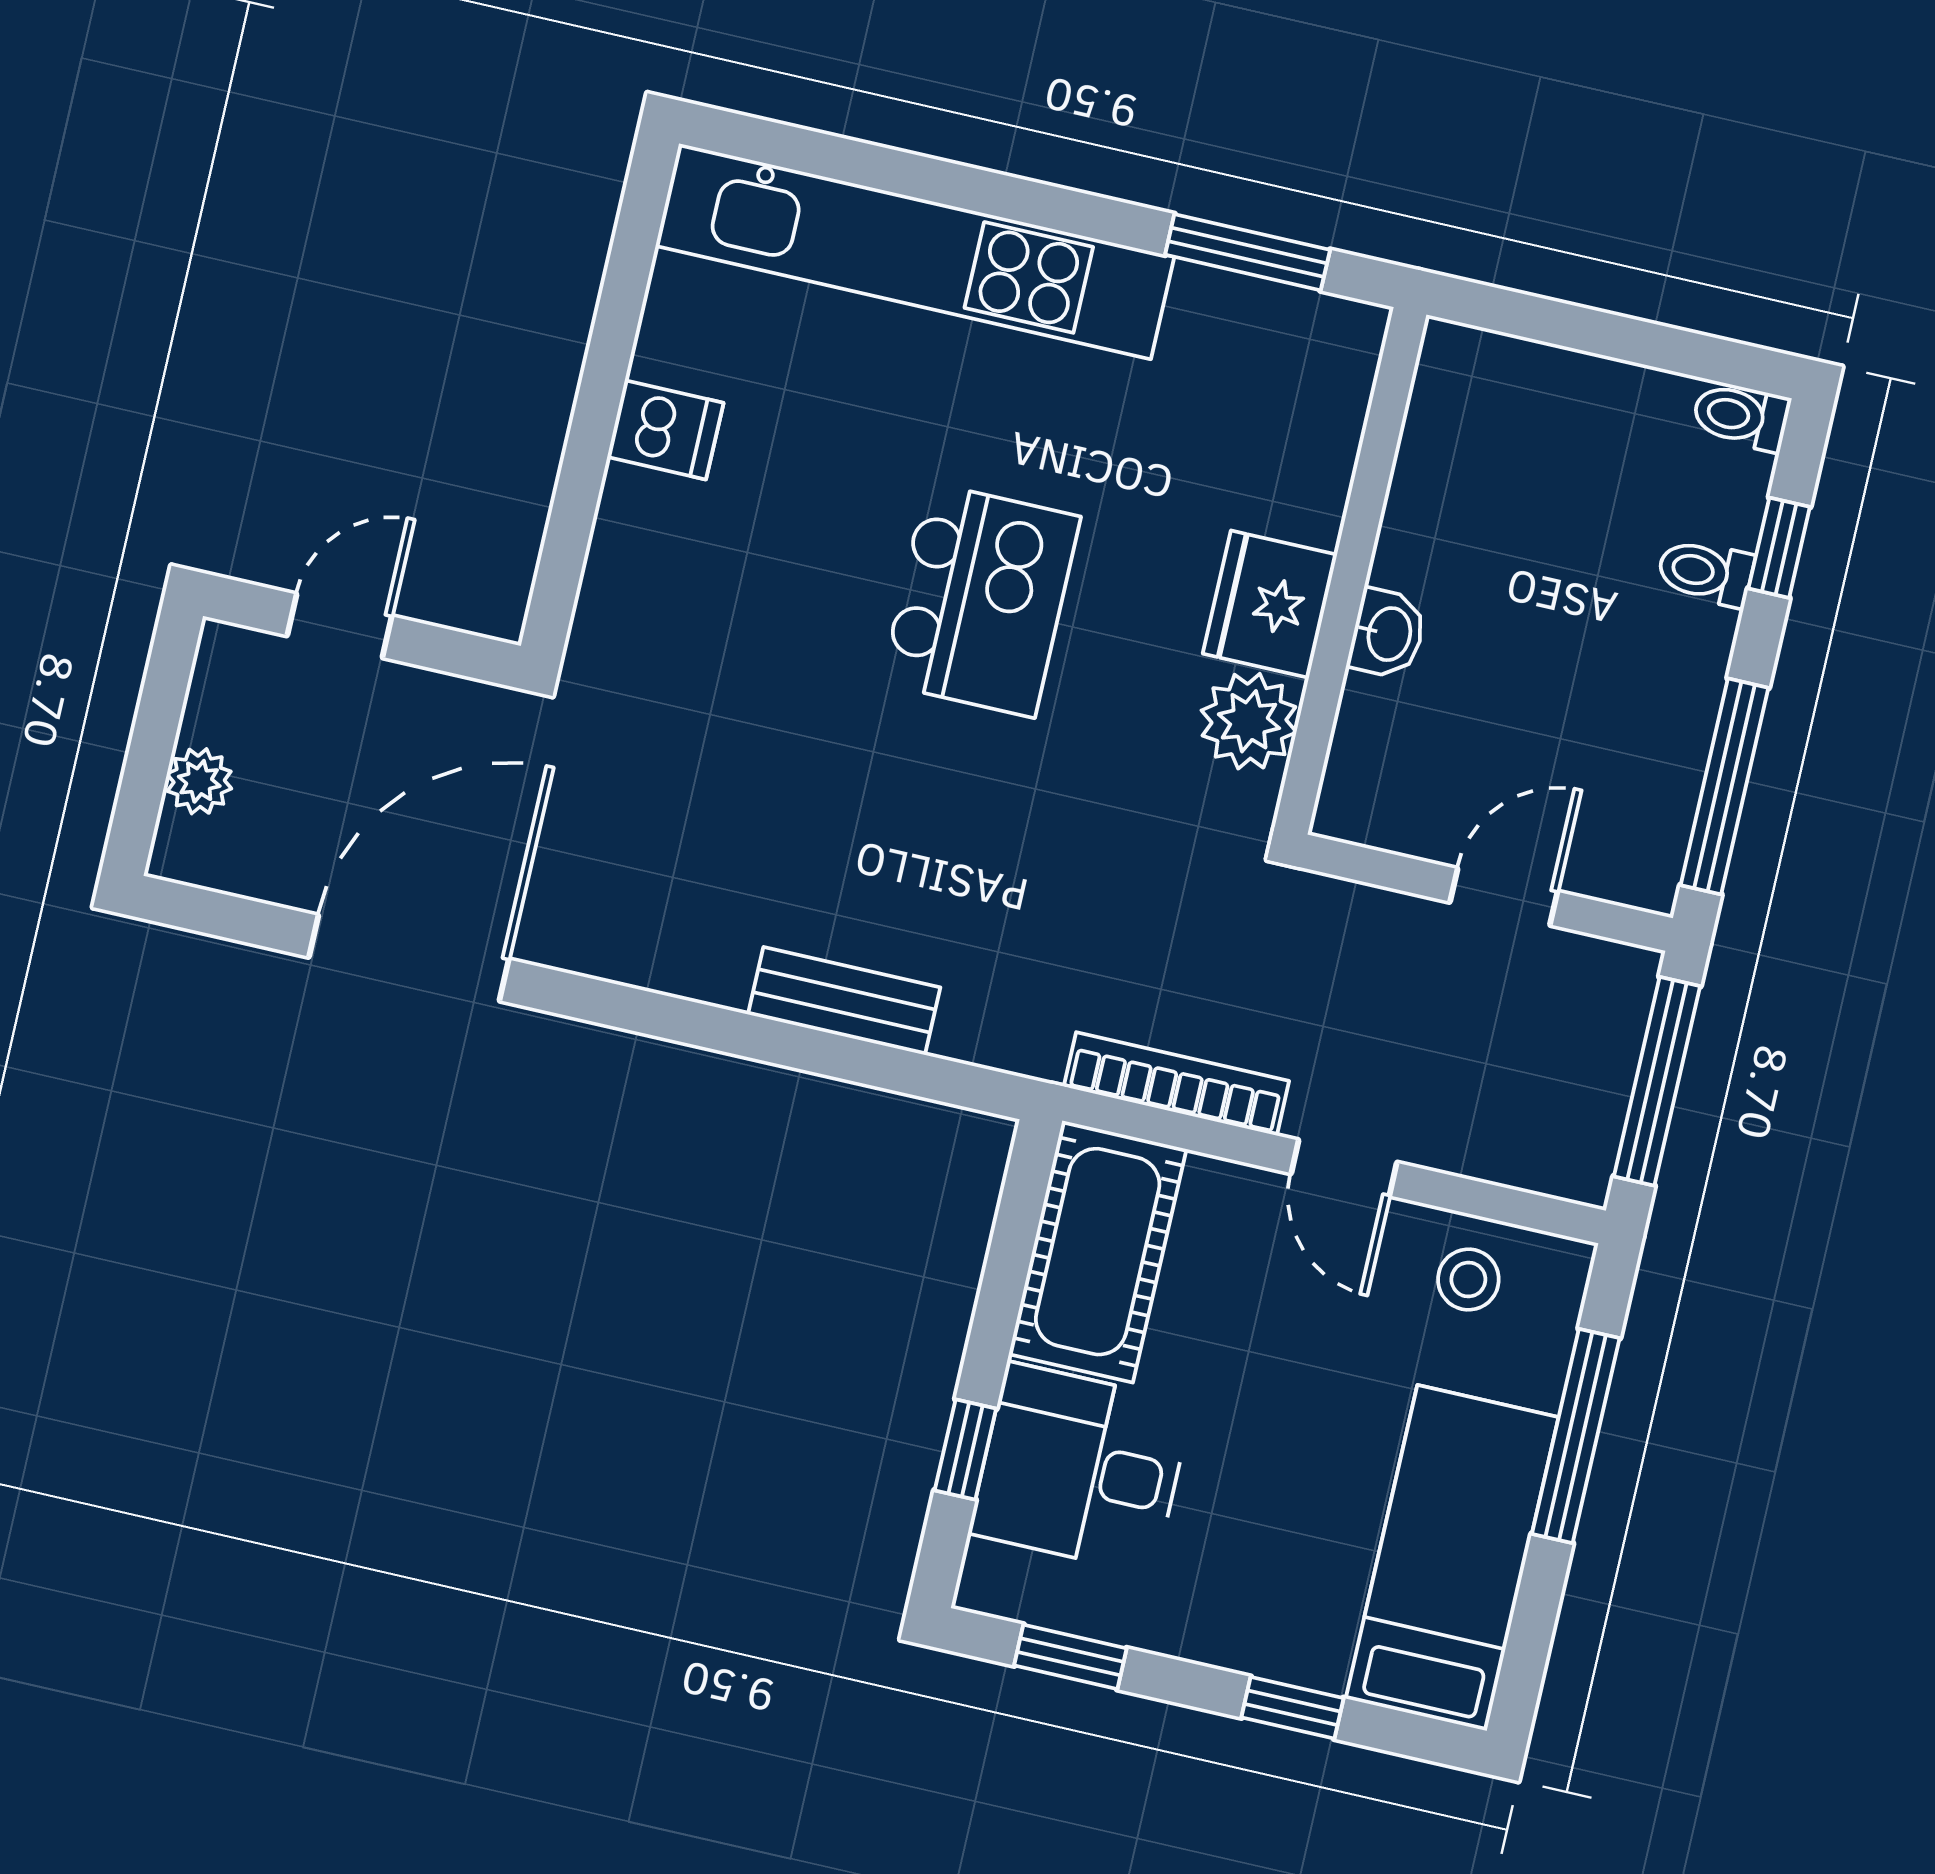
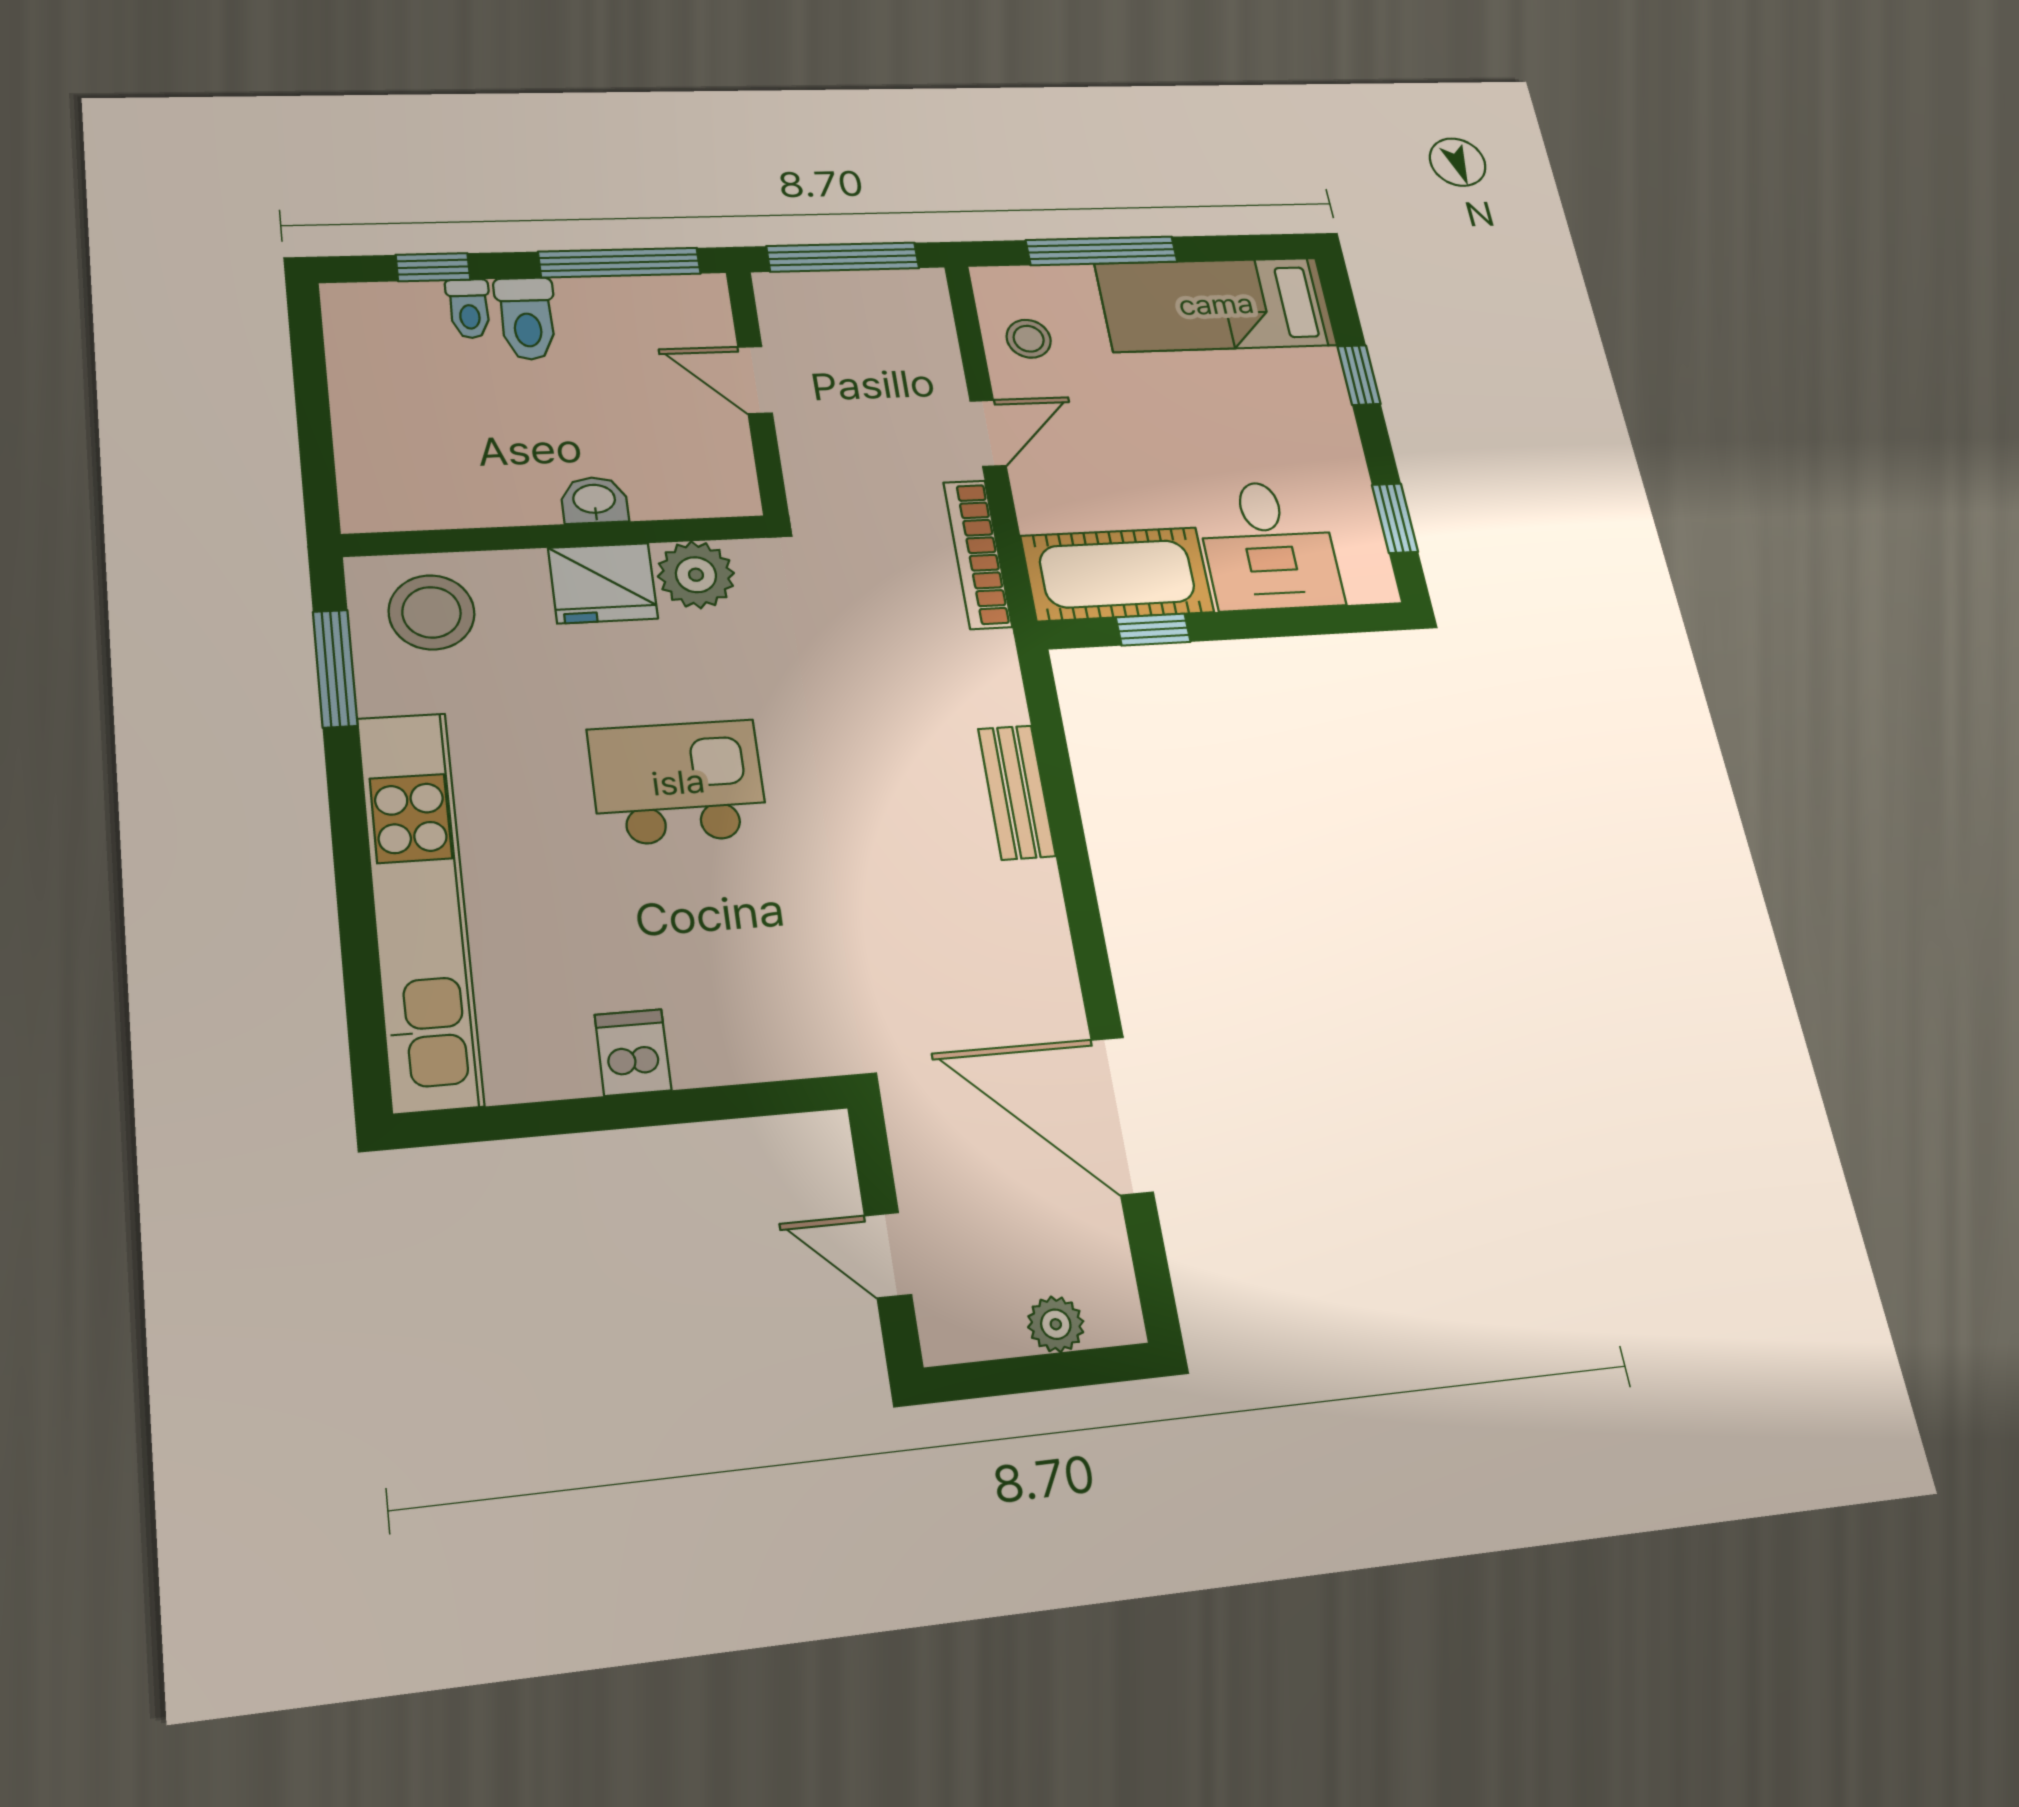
stool: (1289, 387) -> (432, 612), added
toilet: (1741, 416) -> (527, 319), moved, width x1.37, depth x1.39
window: (965, 1450) -> (1153, 630), moved

